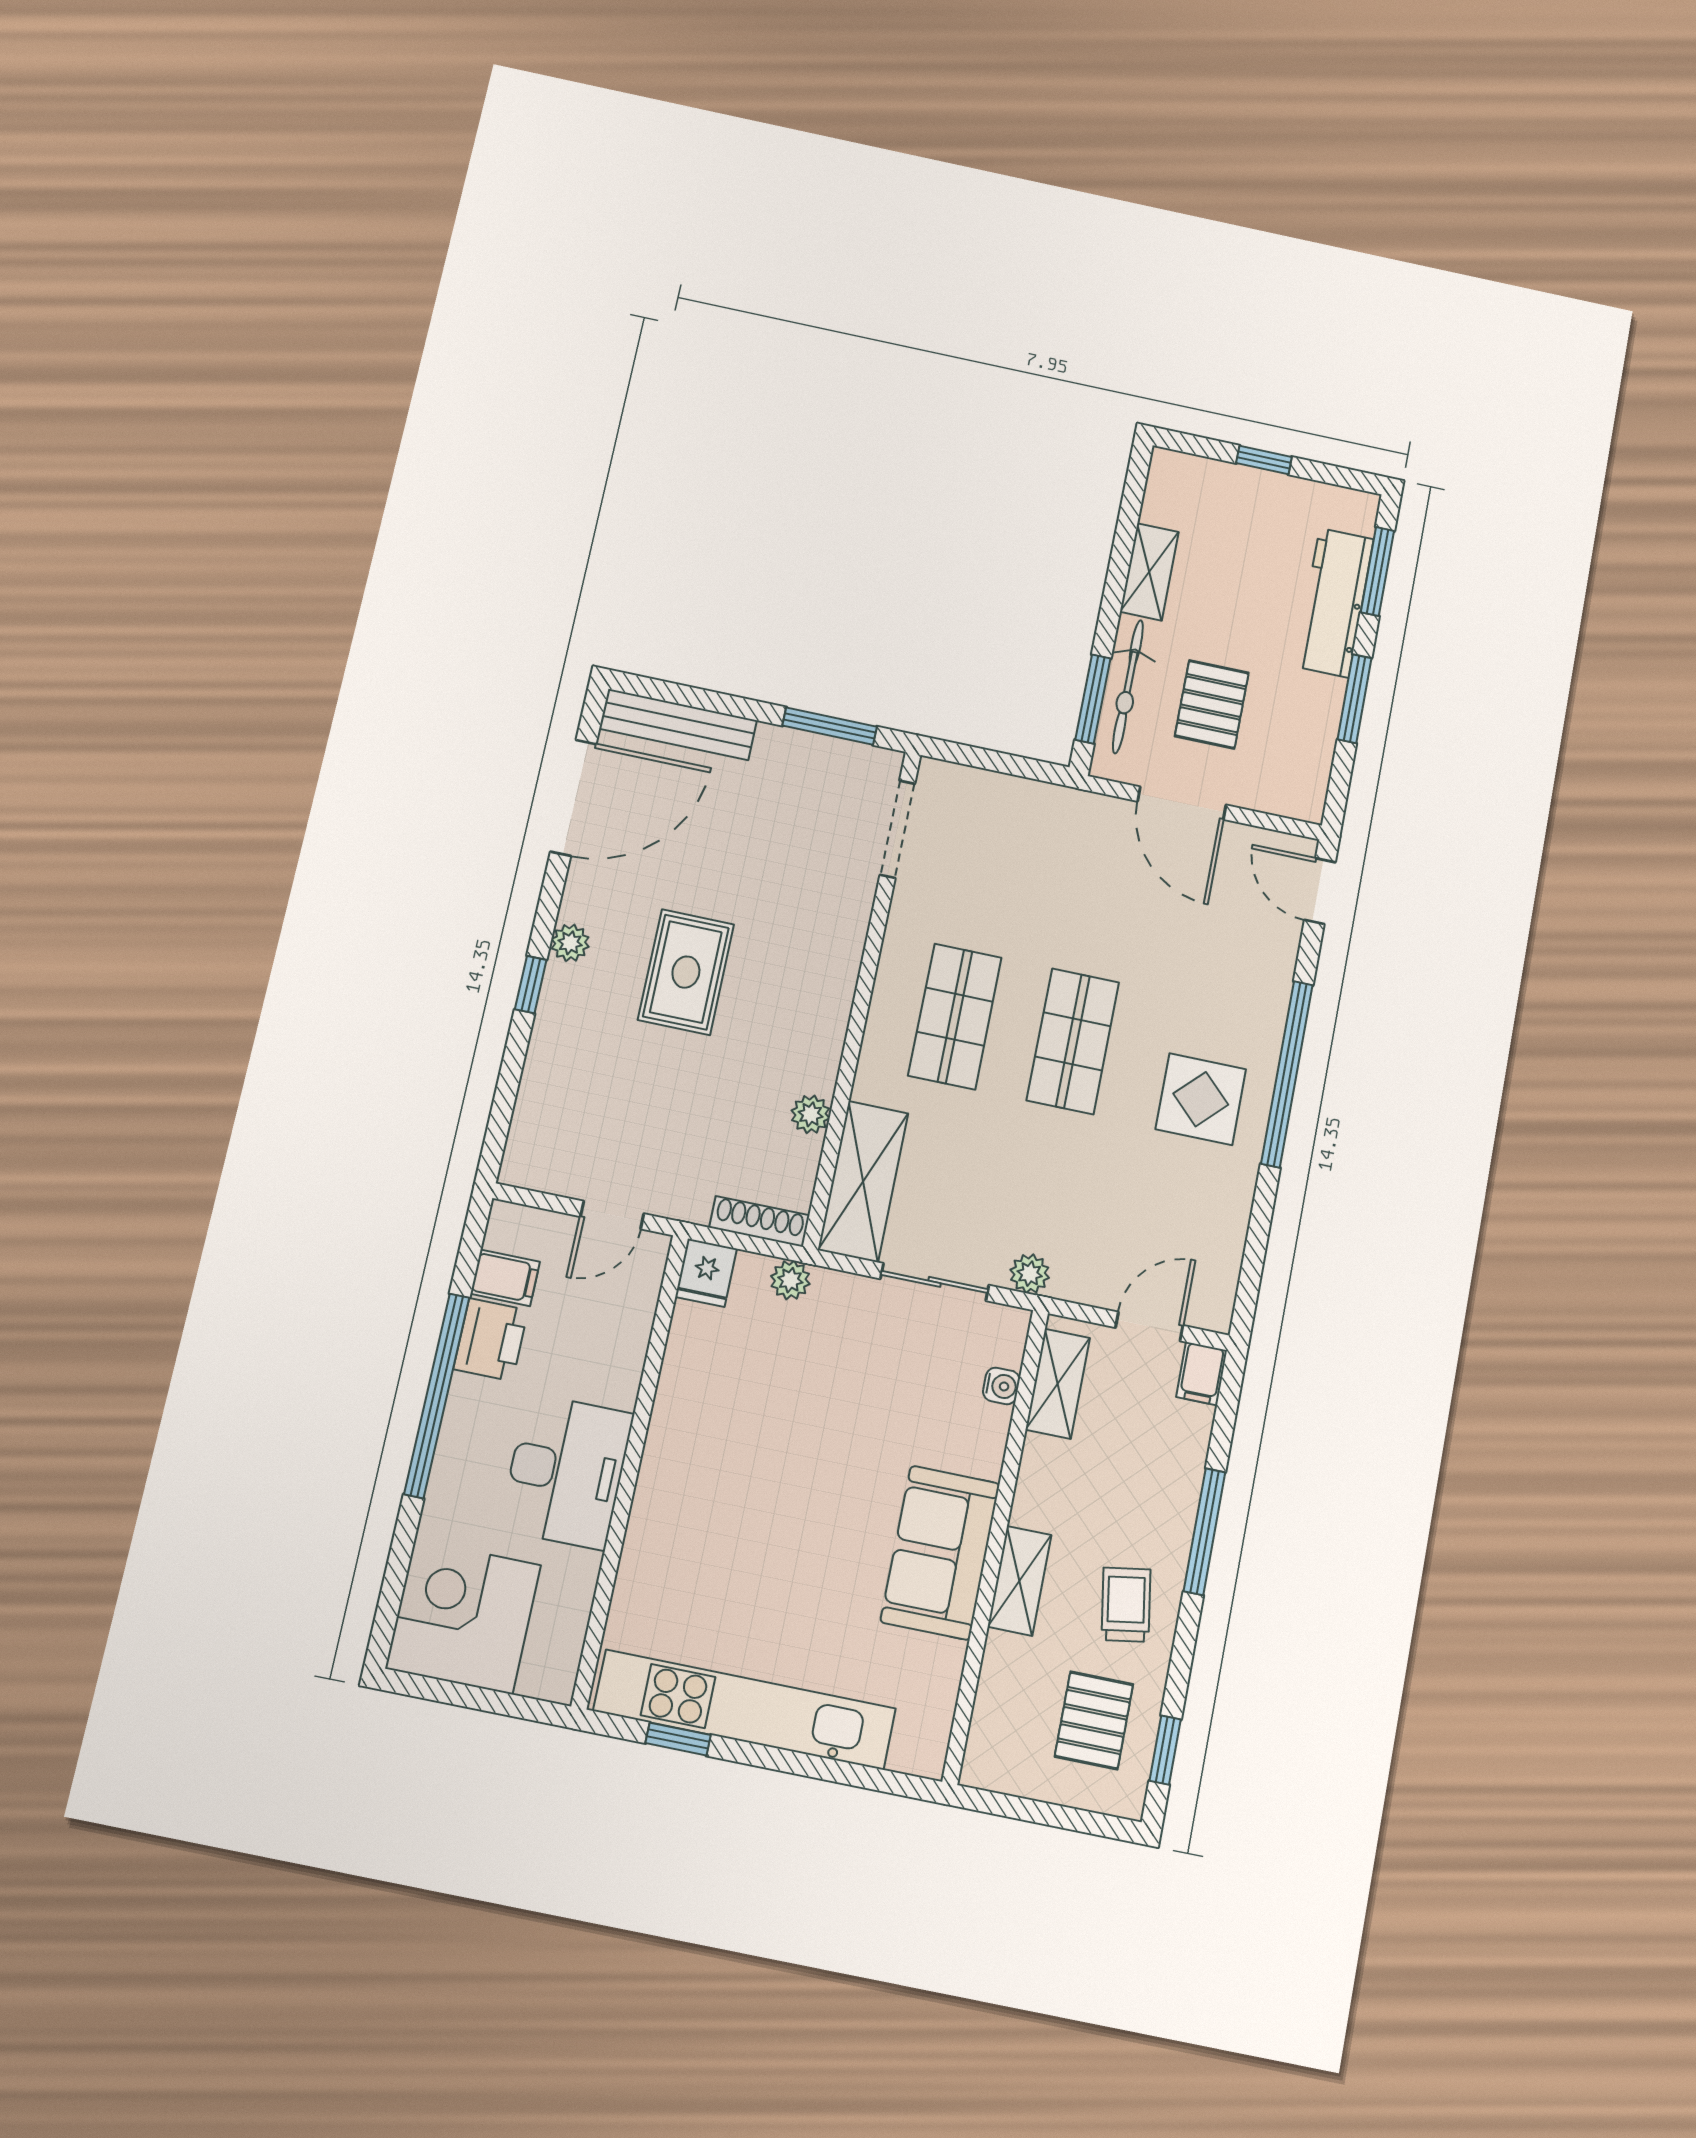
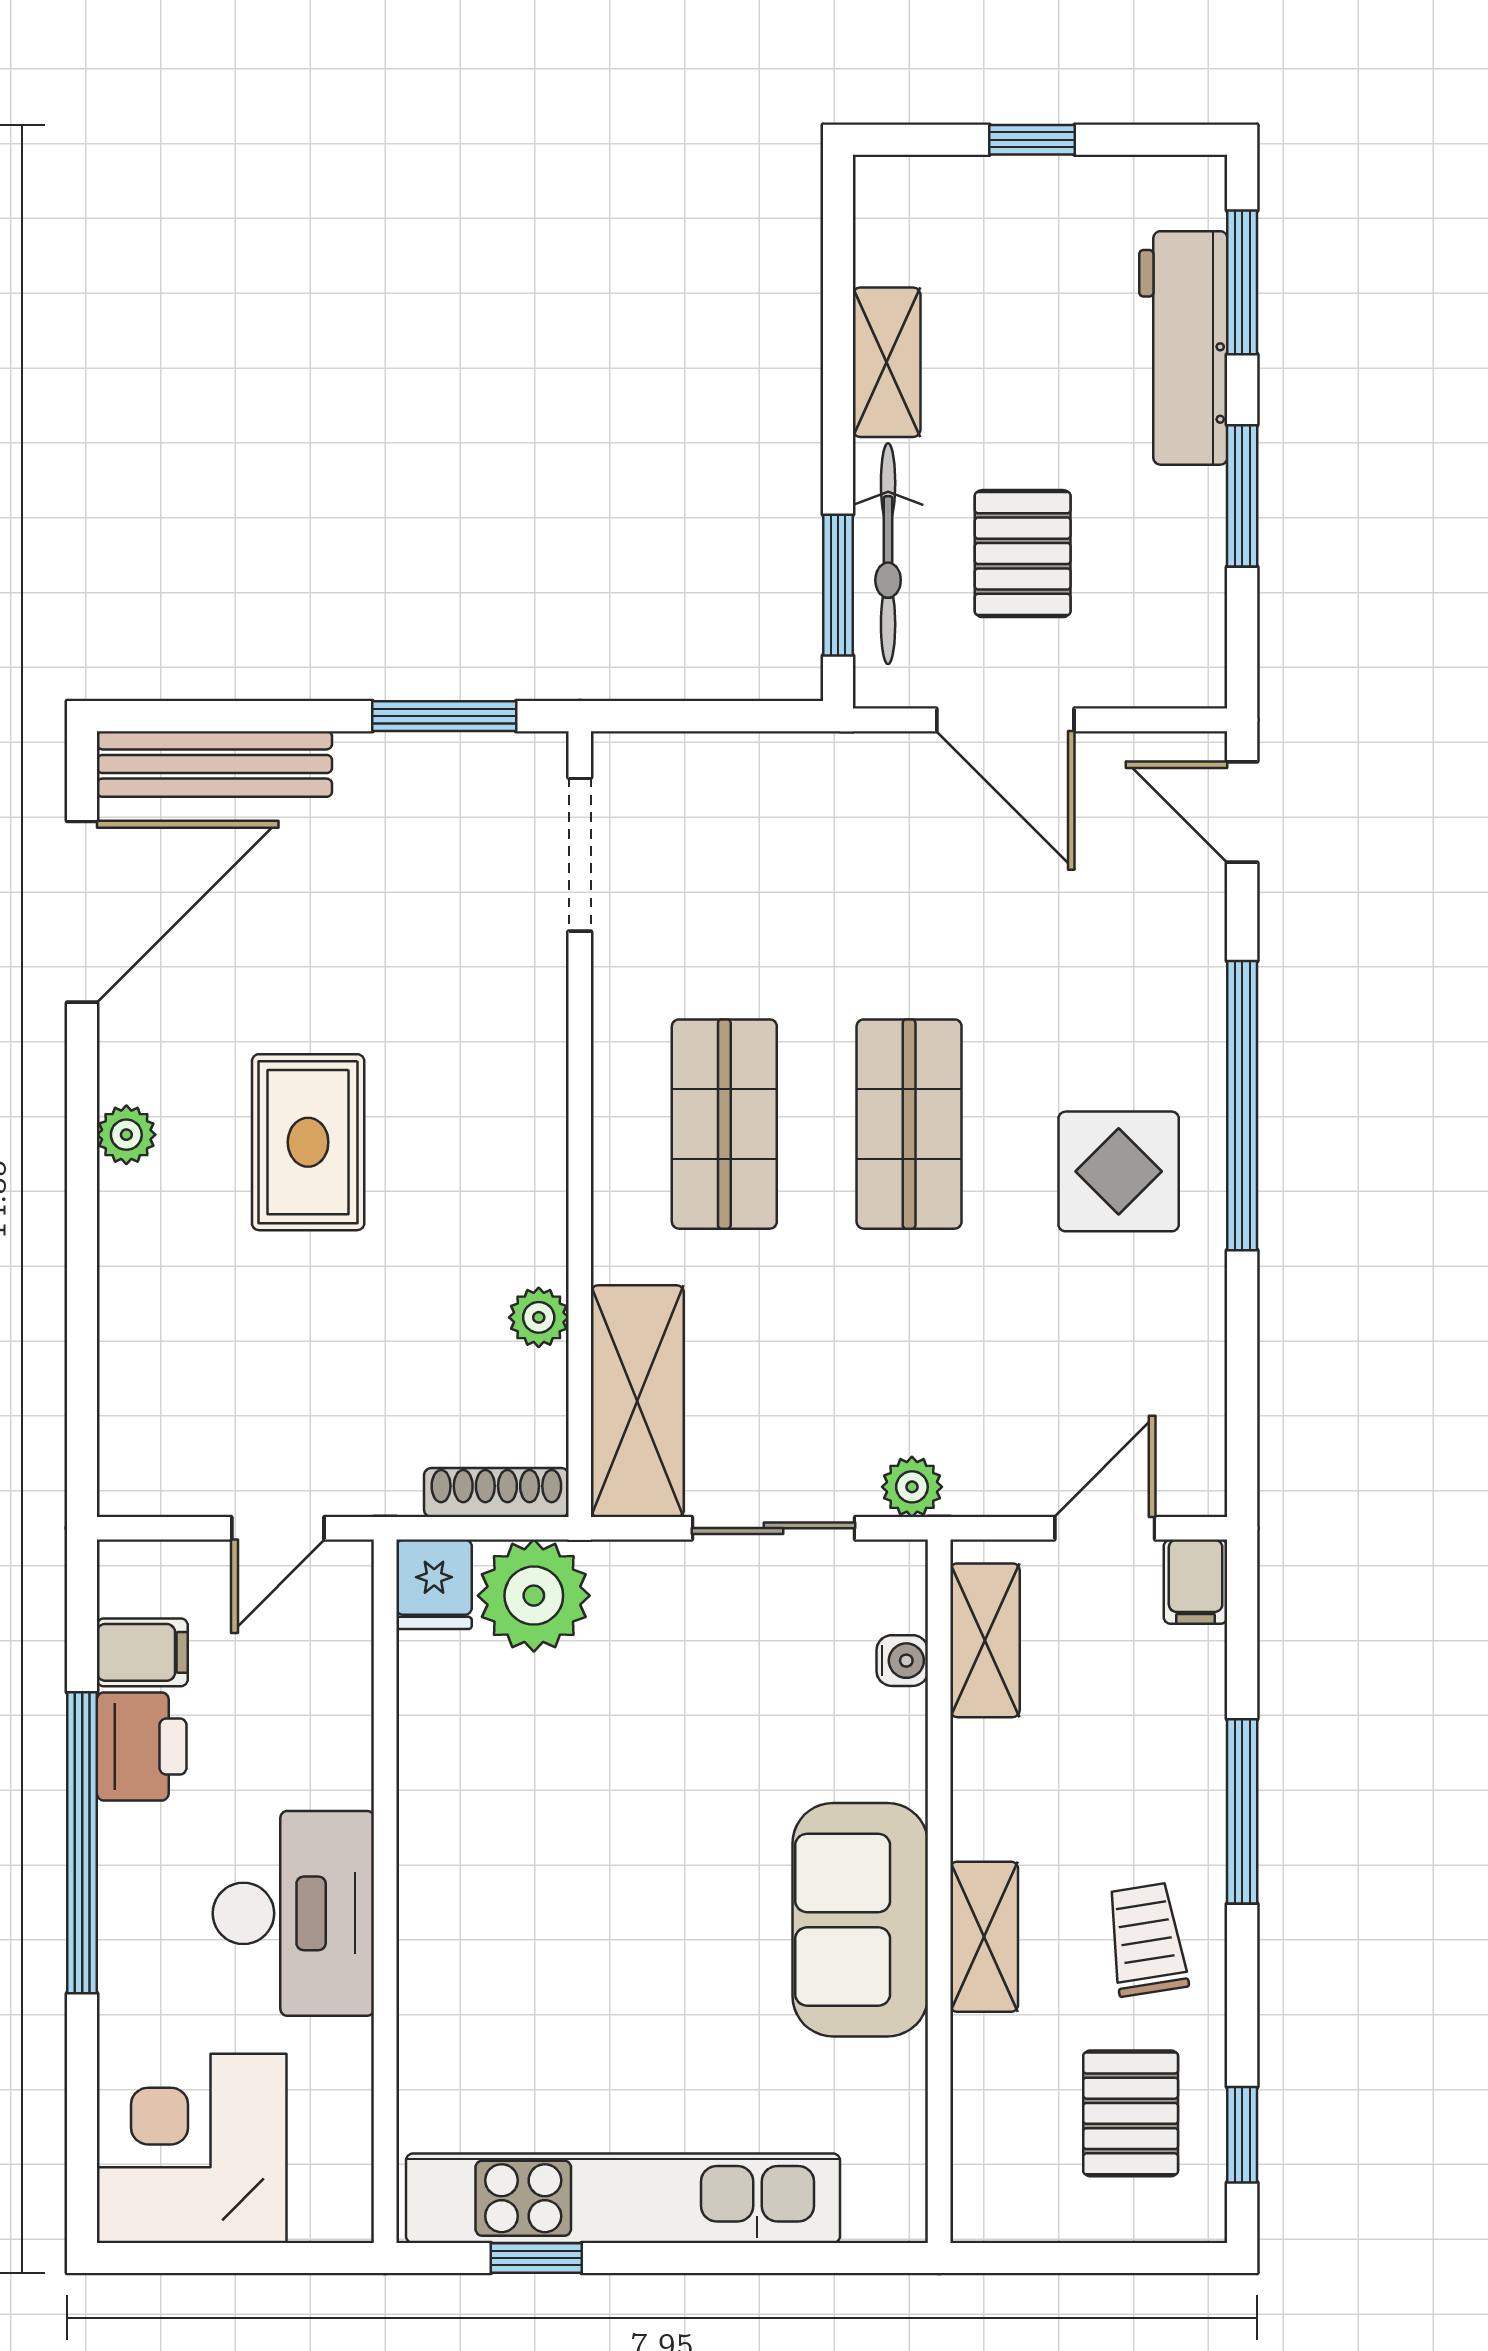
window: (531, 985) -> (82, 1210), removed
plant: (790, 1280) -> (534, 1596), width x1.87, depth x1.87

